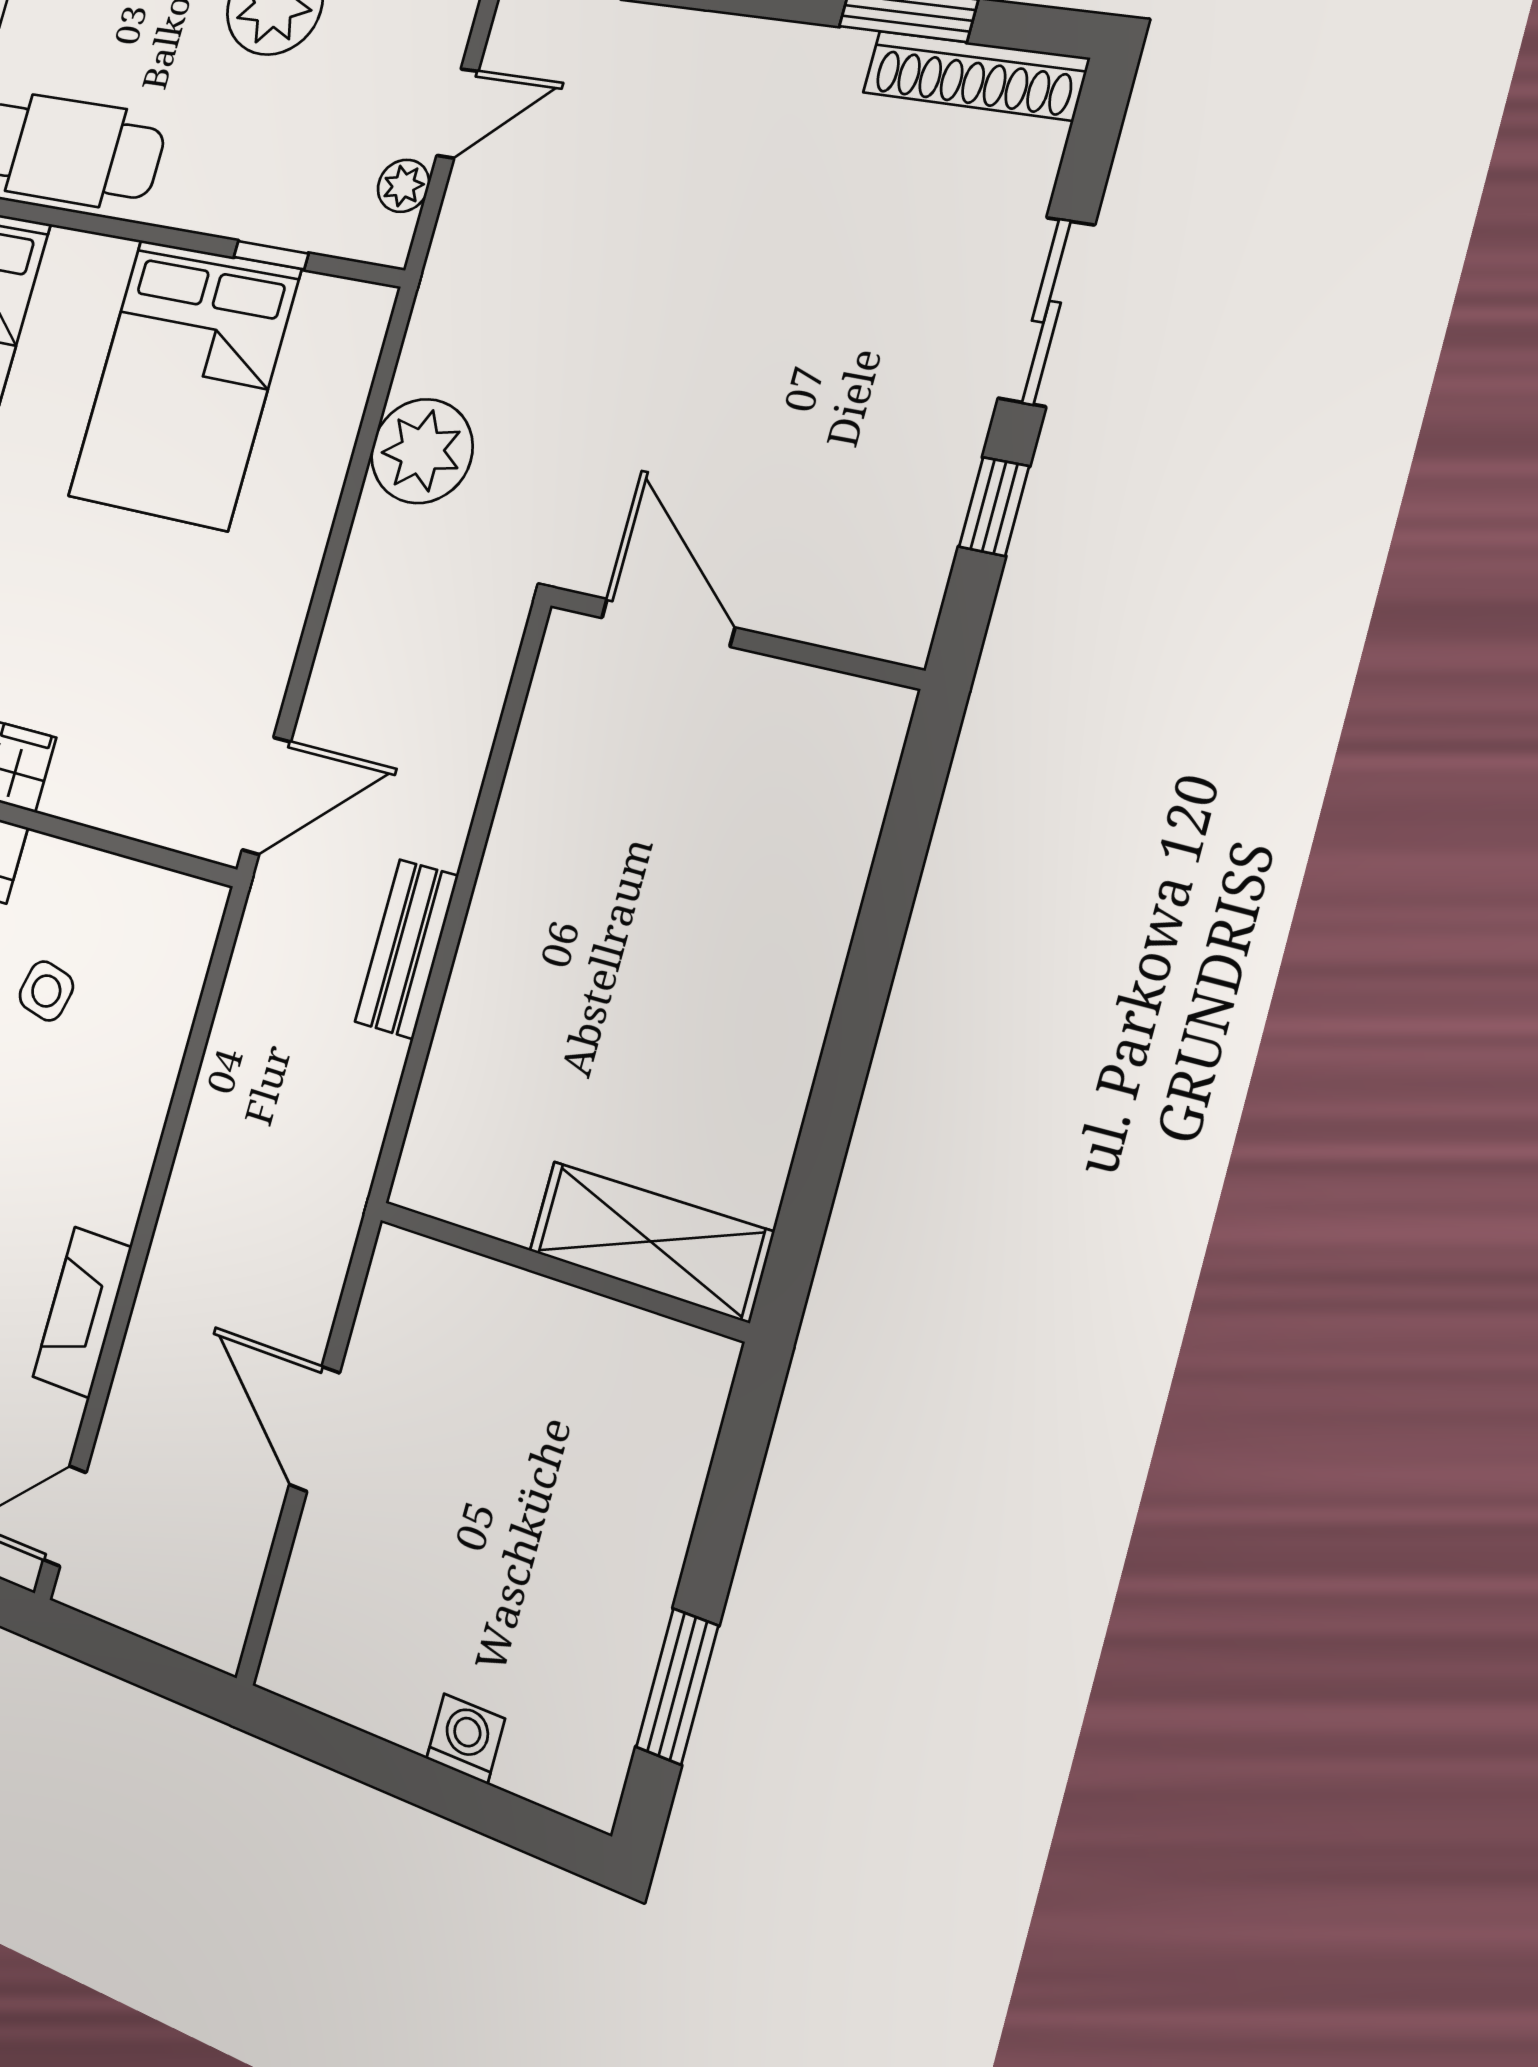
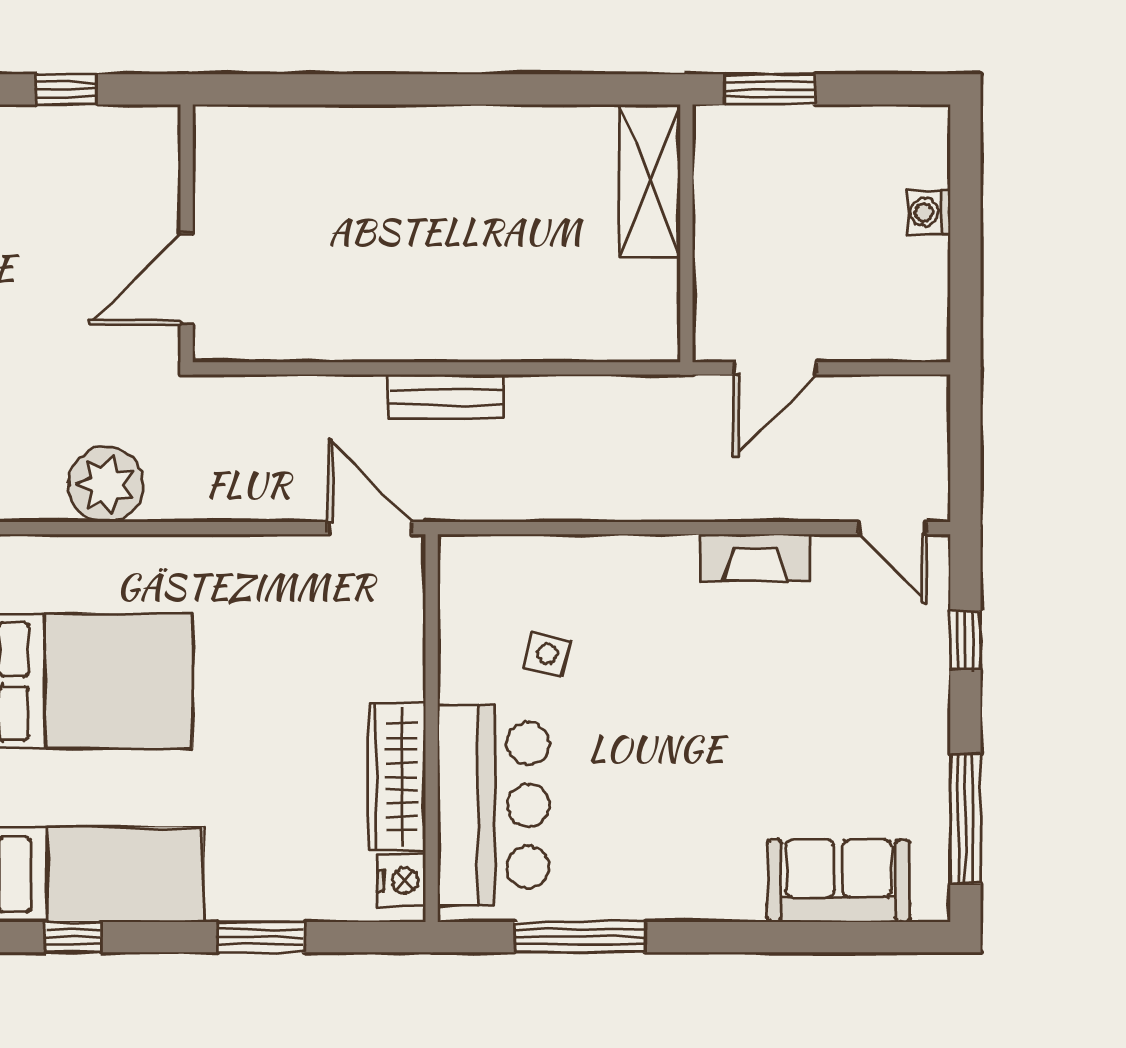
shelving: (650, 1241) -> (650, 180), moved
wall: (560, 1270) -> (686, 233), moved
window: (677, 1686) -> (769, 89), moved

